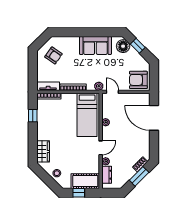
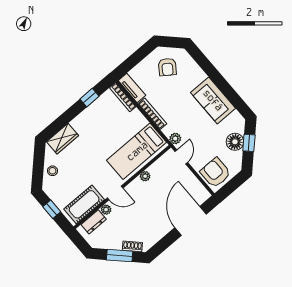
floor lamp: (123, 46) -> (235, 142), moved
cot: (85, 181) -> (84, 204), moved, turned 90

